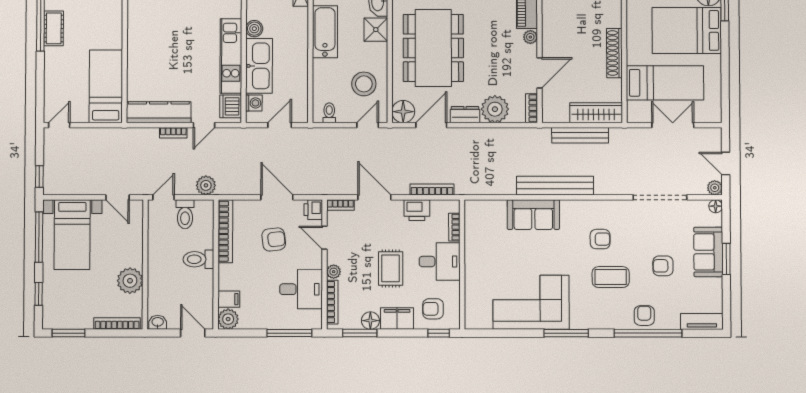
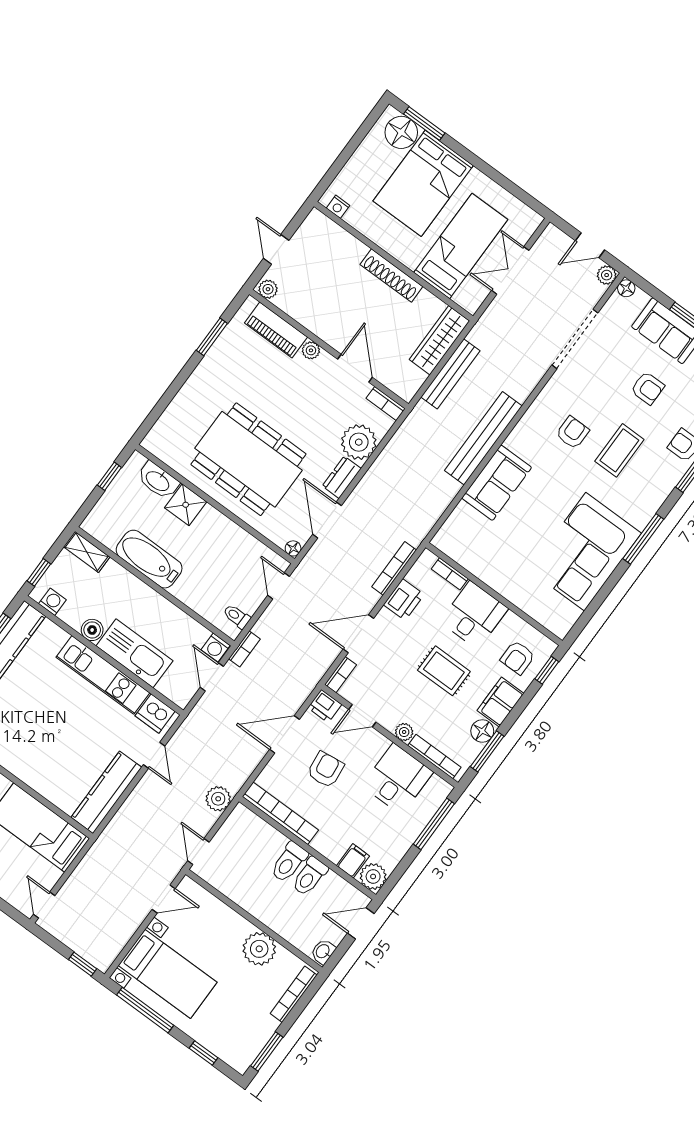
stool: (364, 84) -> (233, 559), removed
washing machine: (254, 103) -> (216, 648), moved, turned 180
floor lamp: (403, 112) -> (293, 548), width x0.53, depth x0.53
bookcase: (173, 133) -> (244, 649), moved
toilet: (185, 214) -> (310, 876), moved, turned 90
armchair: (663, 266) -> (648, 388), turned -90

